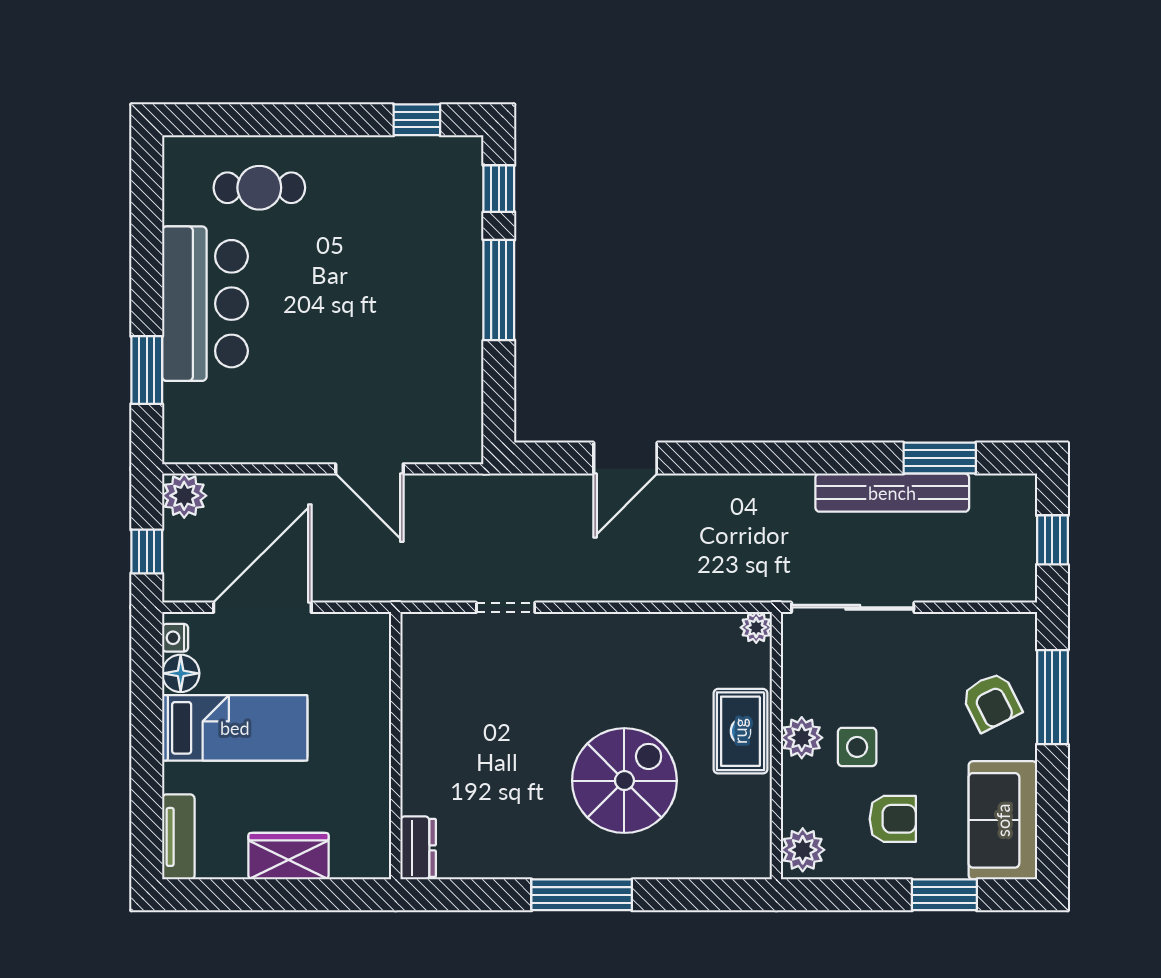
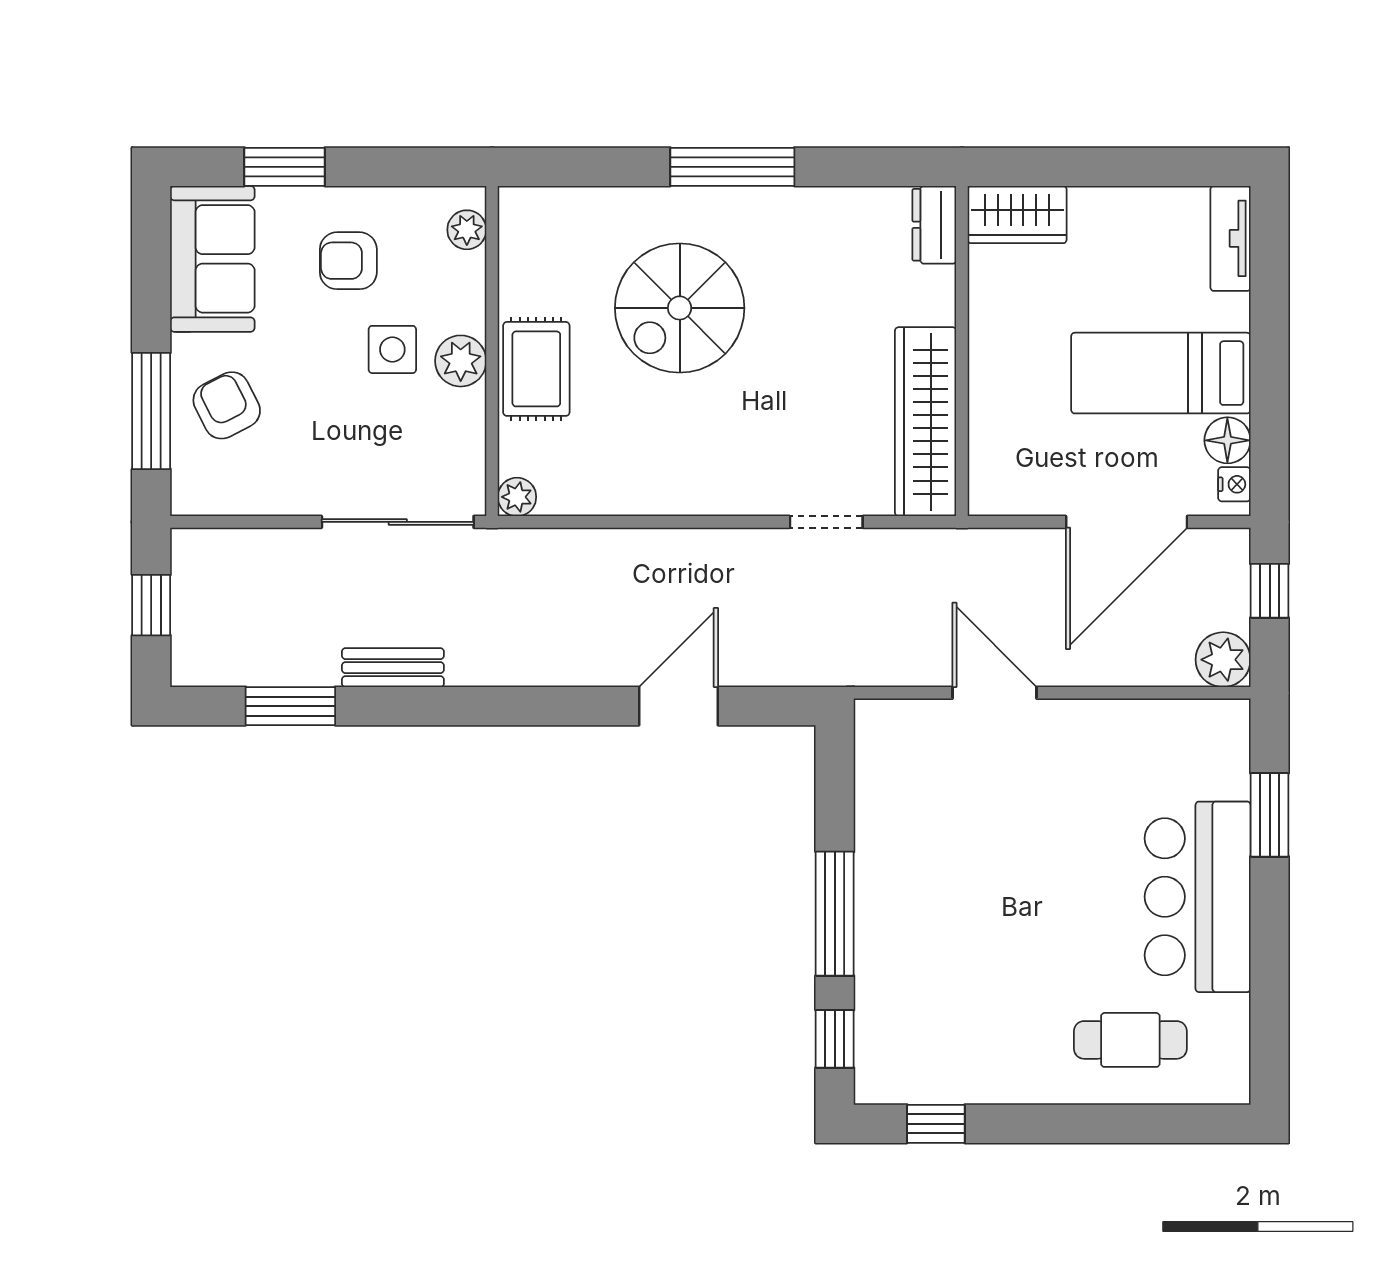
bench: (892, 493) -> (393, 668), width x0.54, depth x0.82
wardrobe: (425, 688) -> (926, 422), added
plant: (803, 850) -> (467, 230), width x0.73, depth x0.73
wardrobe: (289, 856) -> (1017, 215), moved

